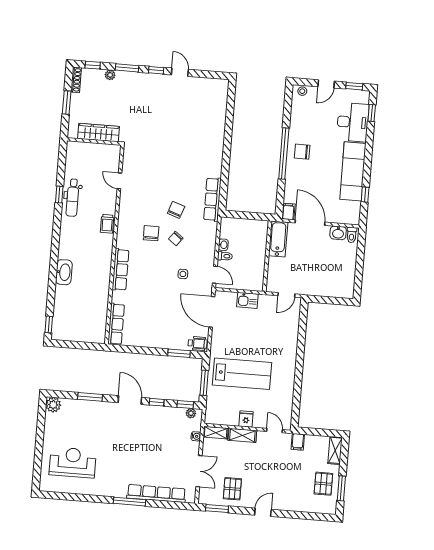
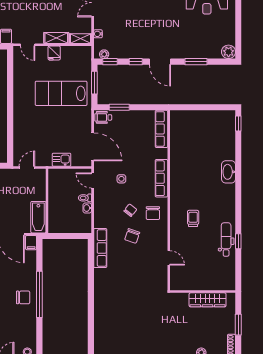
door: (120, 181) -> (169, 258), moved
wall: (114, 245) -> (169, 200), moved
row of seats: (120, 270) -> (161, 178), moved
row of seats: (116, 324) -> (161, 129), moved

